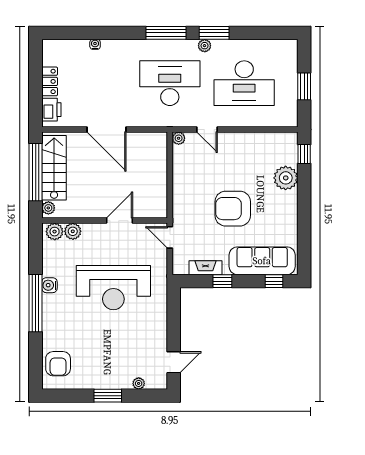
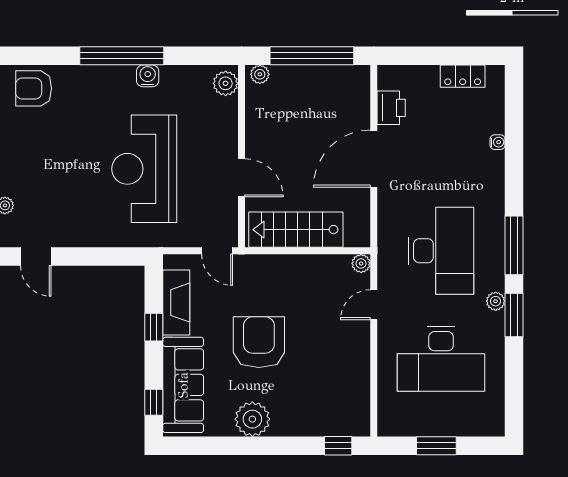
locker: (50, 81) -> (463, 76), moved
desk: (244, 83) -> (441, 359), turned -90
printer: (51, 110) -> (391, 108), moved, turned -90
stairs: (54, 168) -> (296, 230), moved, turned 180
plant: (286, 178) -> (252, 419), moved
plant: (73, 231) -> (226, 110), removed
door: (170, 237) -> (217, 251), swing flipped
fireplace: (205, 268) -> (176, 303), width x1.37, depth x1.32

